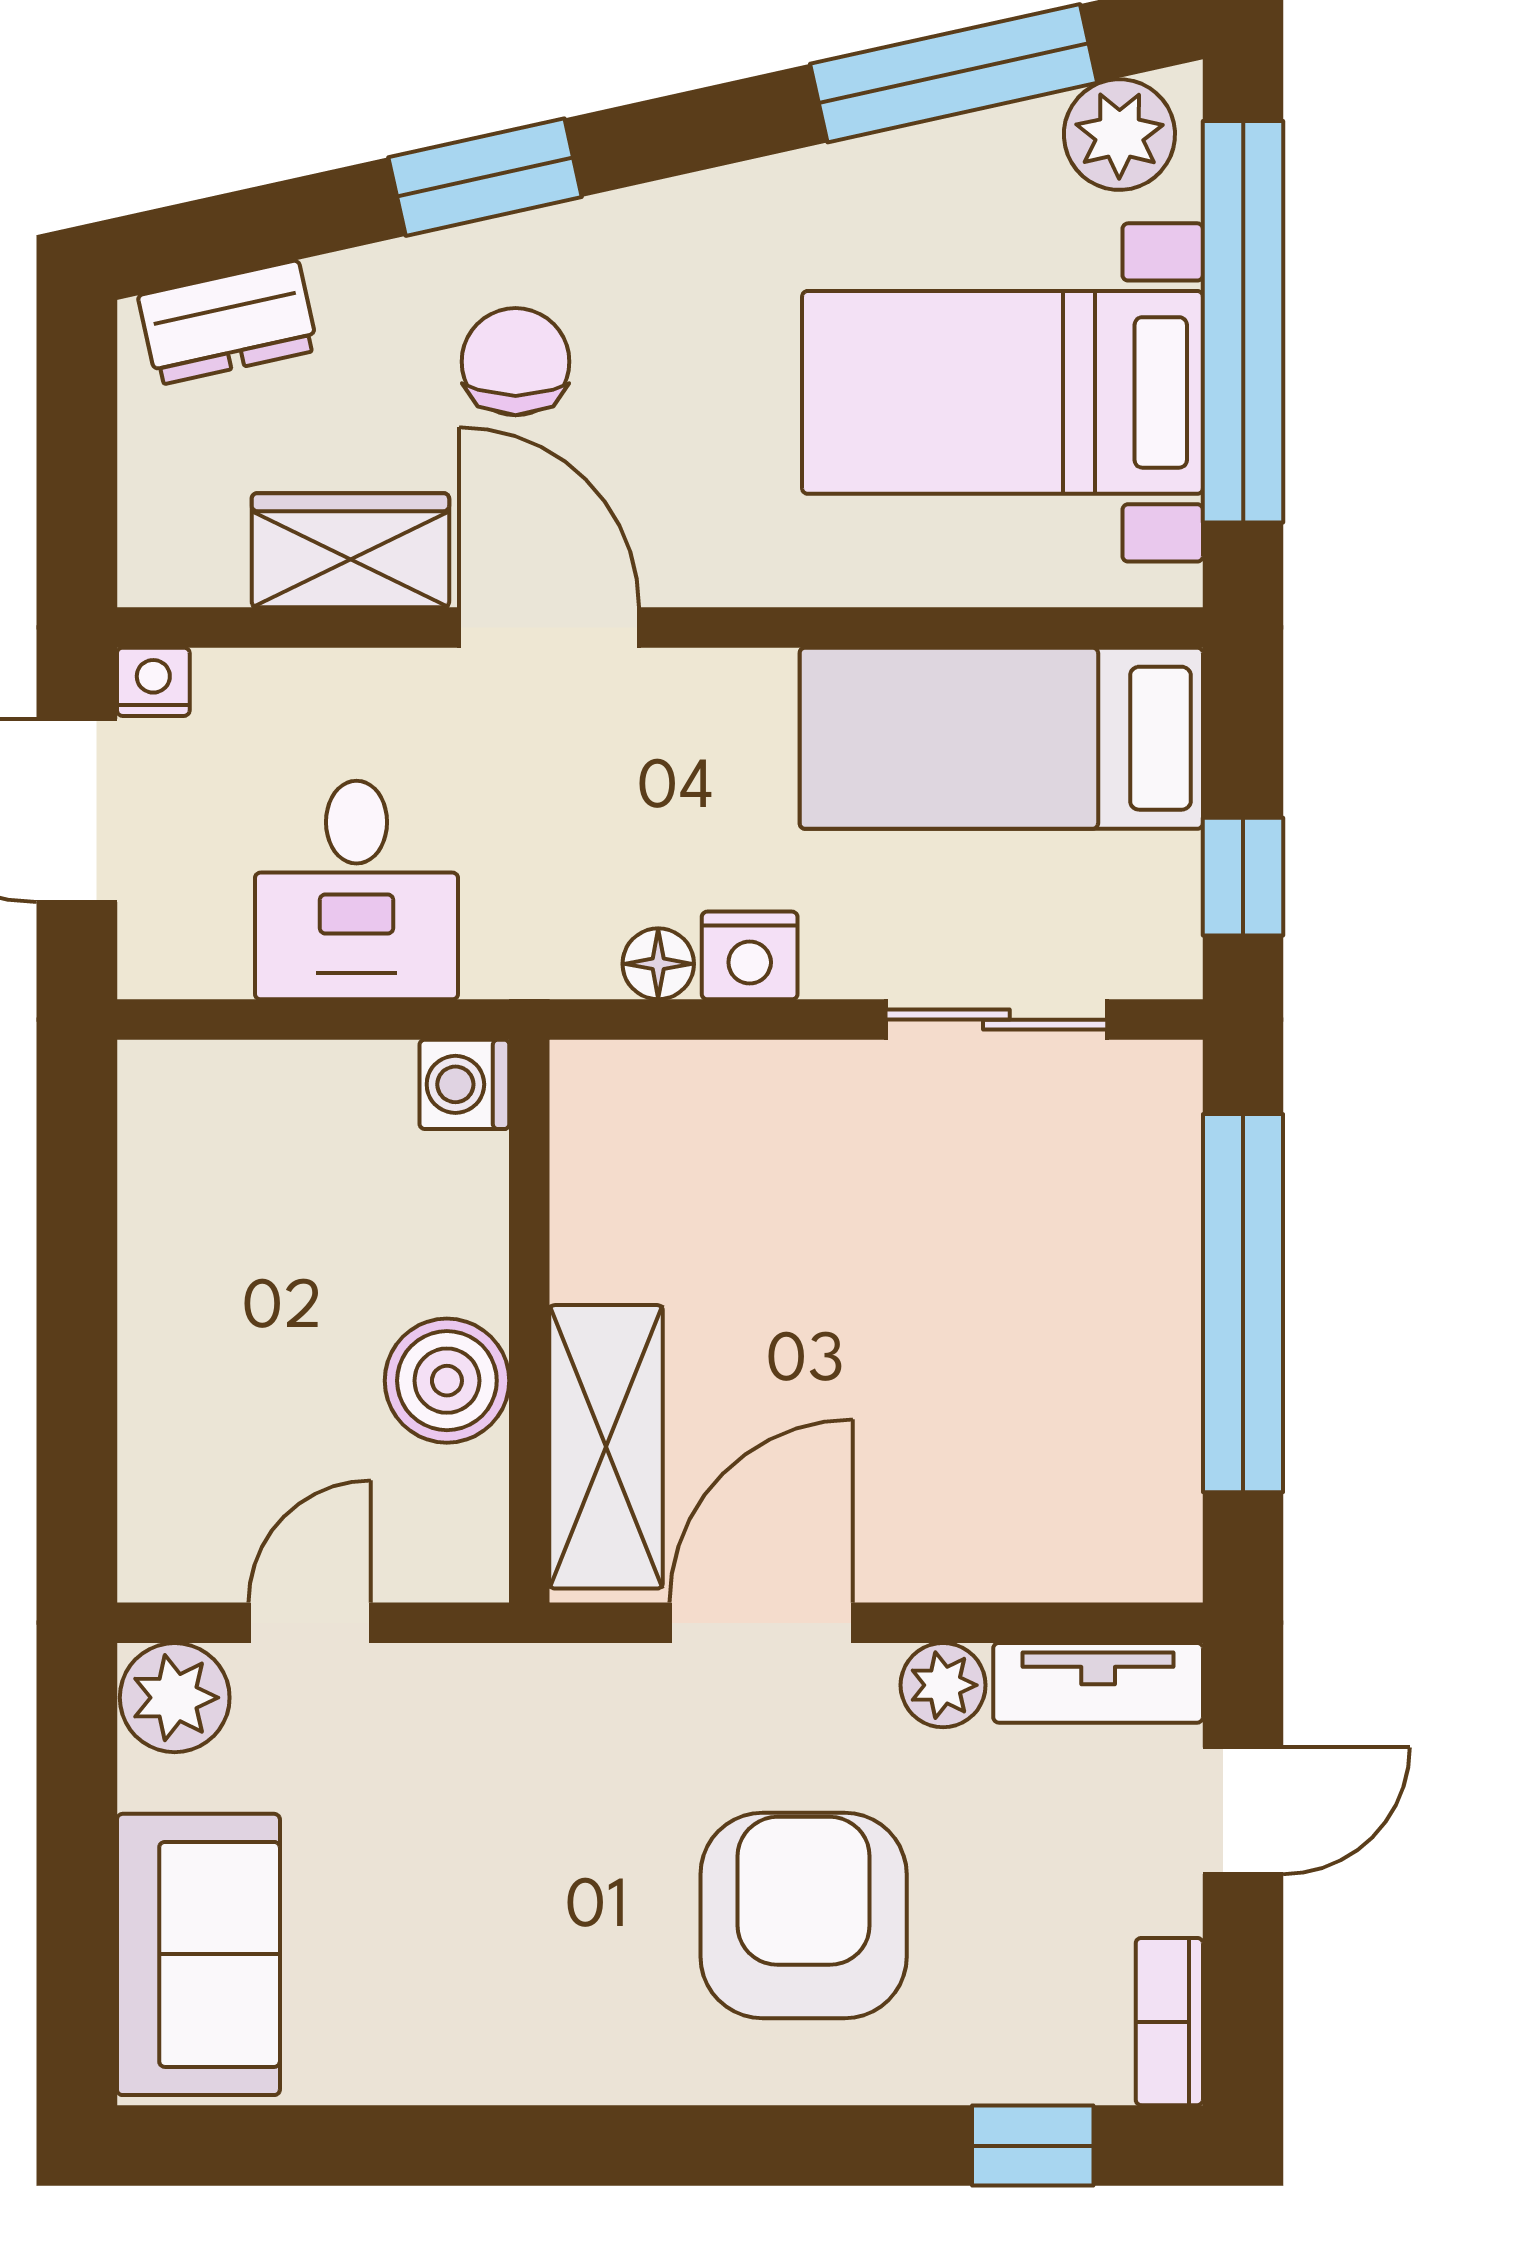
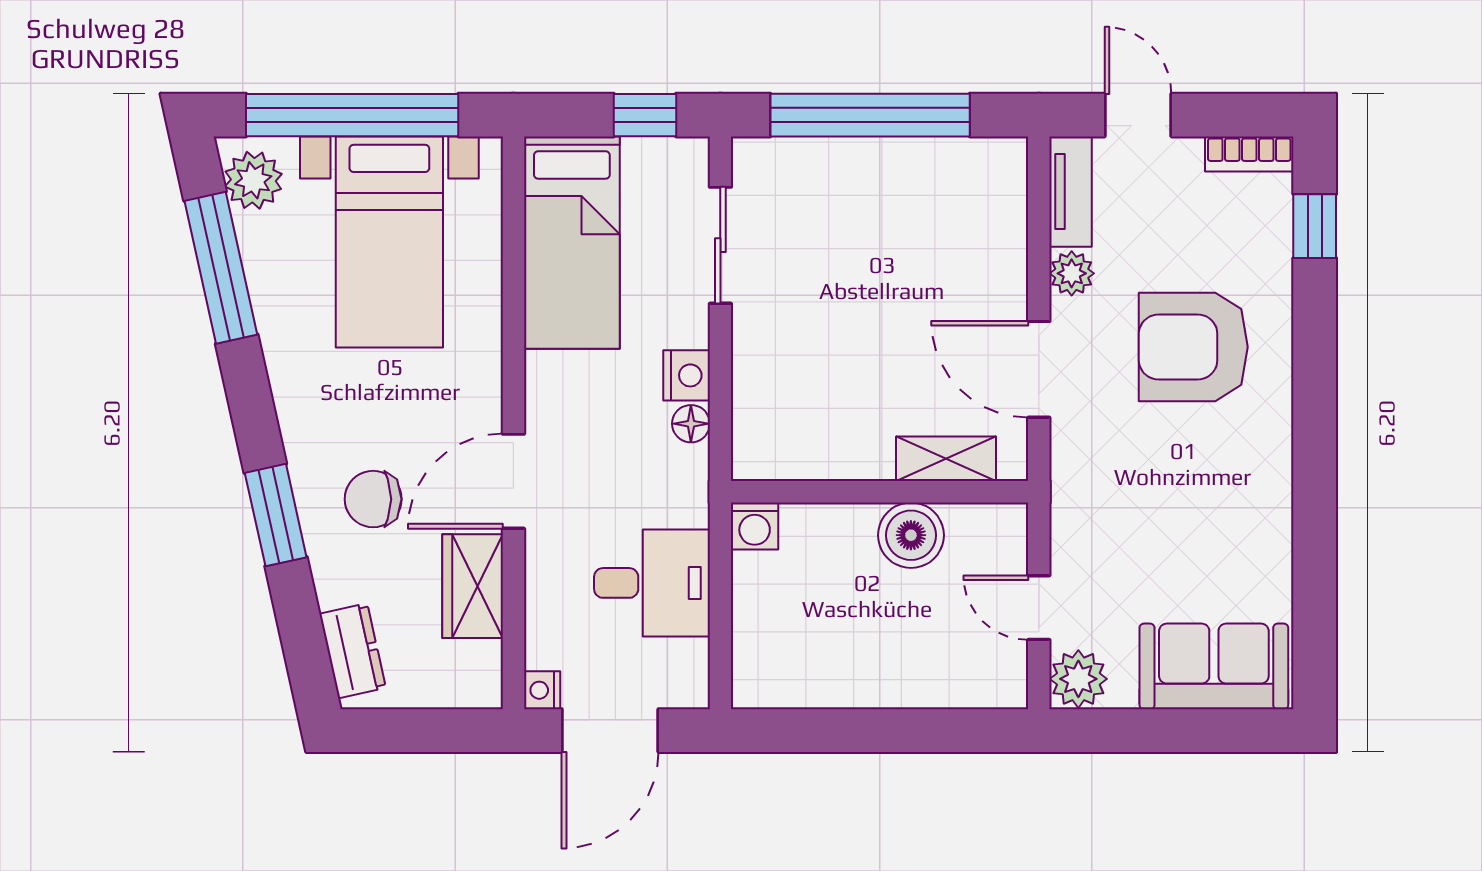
shelving: (606, 1447) -> (946, 459), width x0.67, depth x0.75

